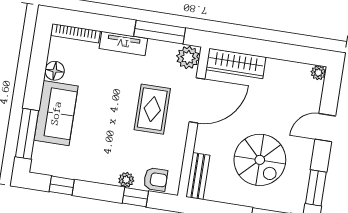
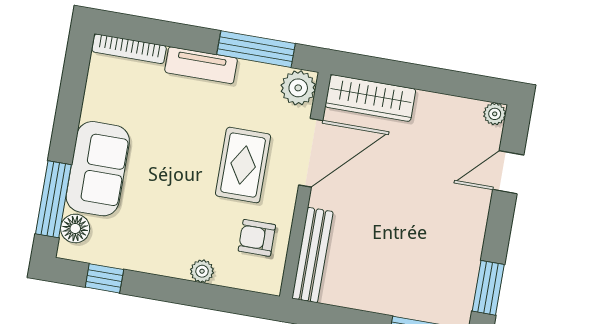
floor lamp: (55, 71) -> (75, 228), moved
door: (325, 128) -> (508, 172), moved
spiral stairs: (260, 160) -> (404, 244), removed
bench: (198, 176) -> (312, 255), width x1.36
armchair: (156, 179) -> (257, 238), moved, turned 180
window: (135, 197) -> (215, 298), removed

